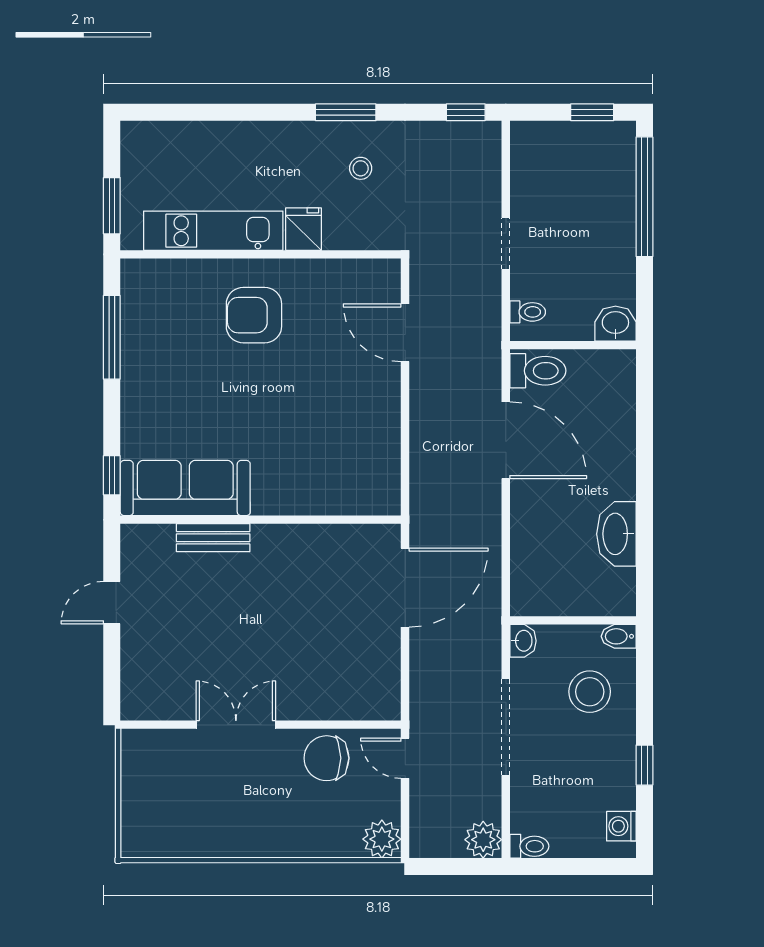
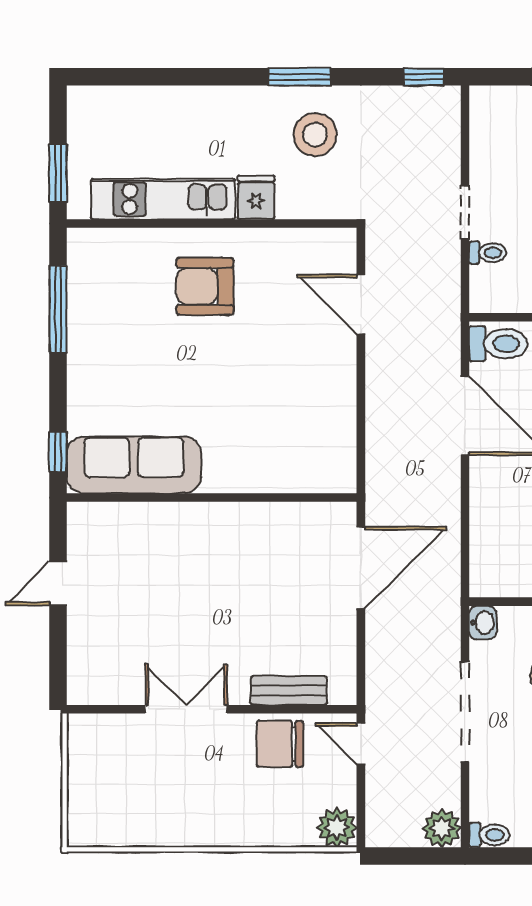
stool: (361, 168) -> (315, 135), width x1.89, depth x1.89
toilet: (528, 312) -> (488, 253), moved
bench: (213, 538) -> (289, 691), moved

